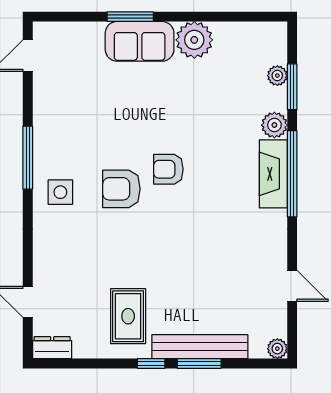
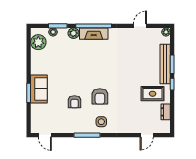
plant: (194, 40) -> (38, 42), moved
armchair: (168, 169) -> (74, 102), moved
dresser: (52, 348) -> (166, 112), moved

